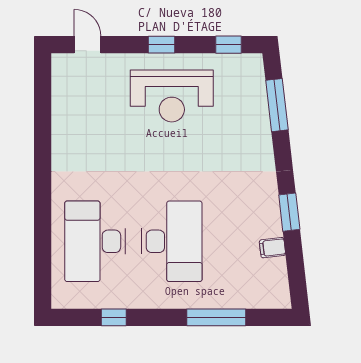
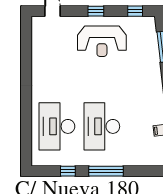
desk: (172, 241) -> (102, 126), turned 180
window: (216, 317) -> (106, 171), moved

